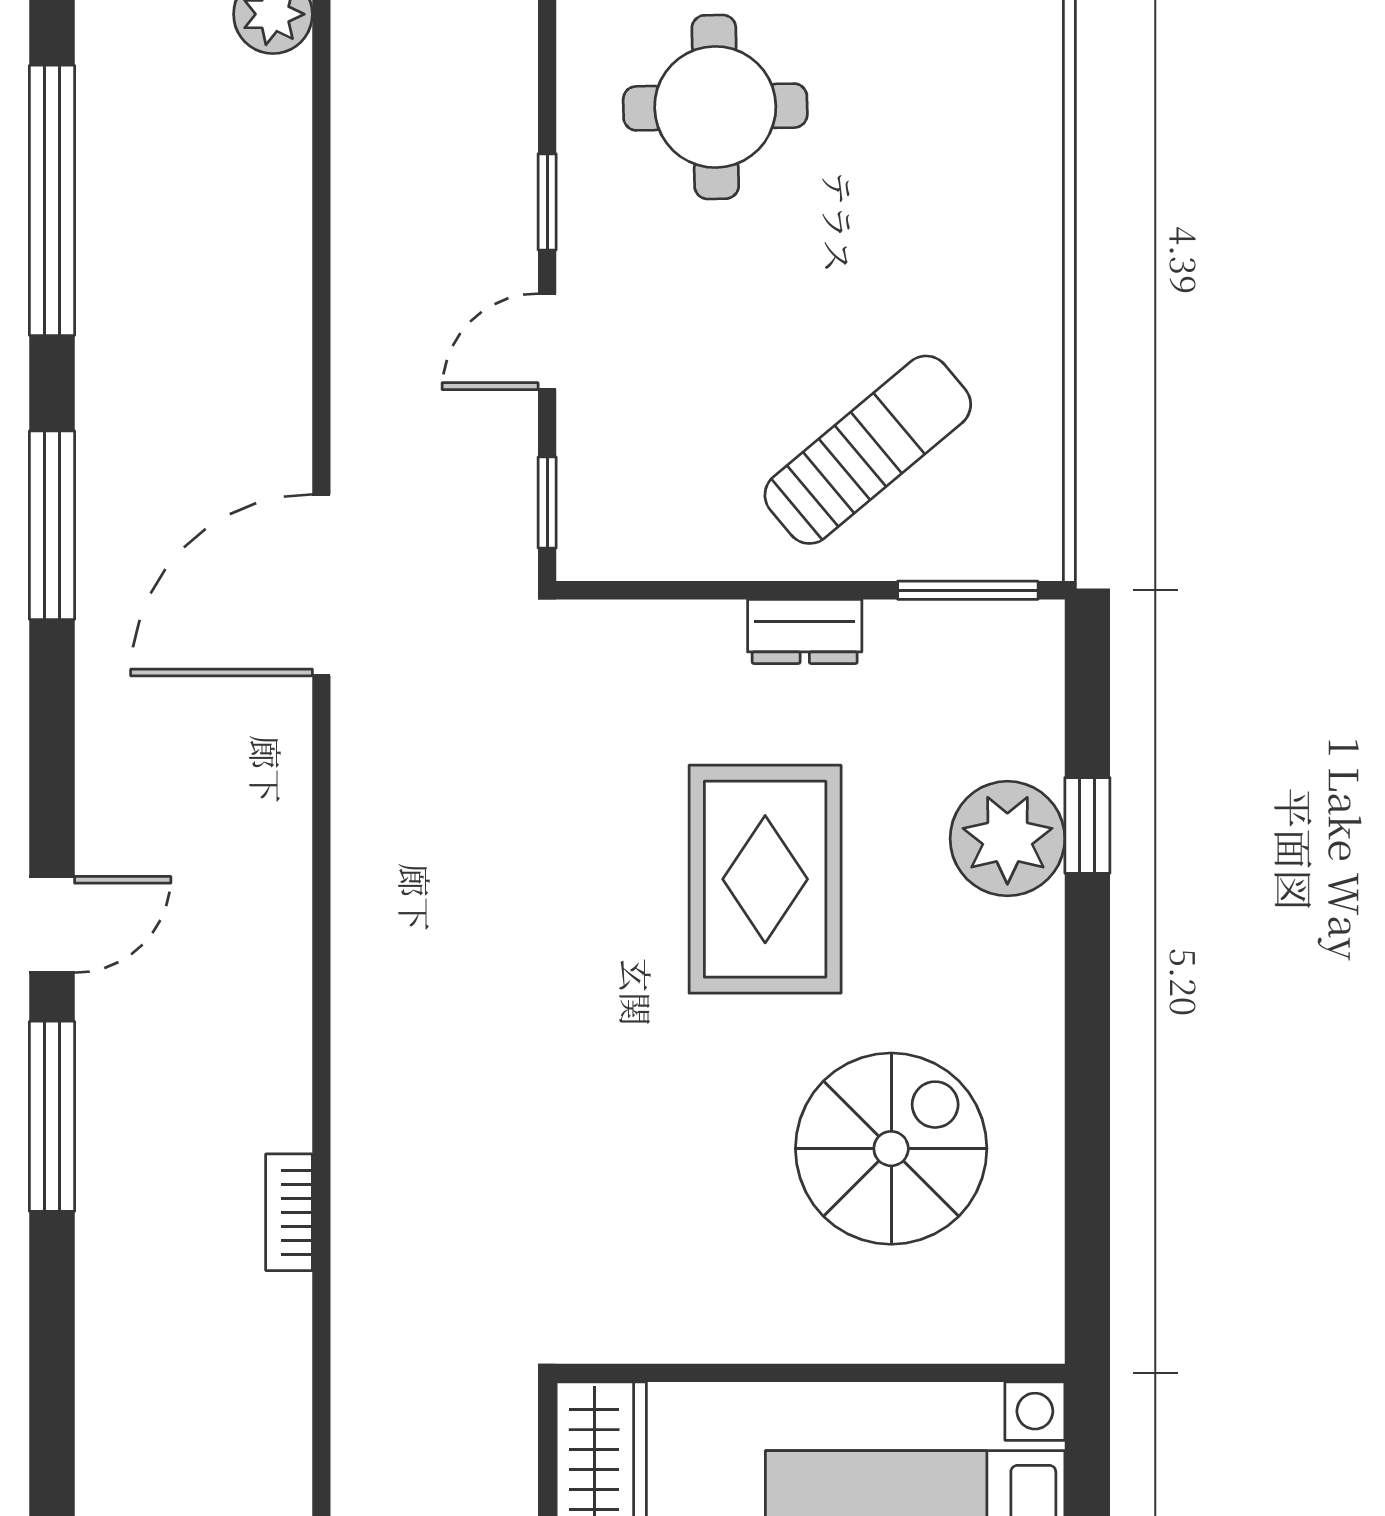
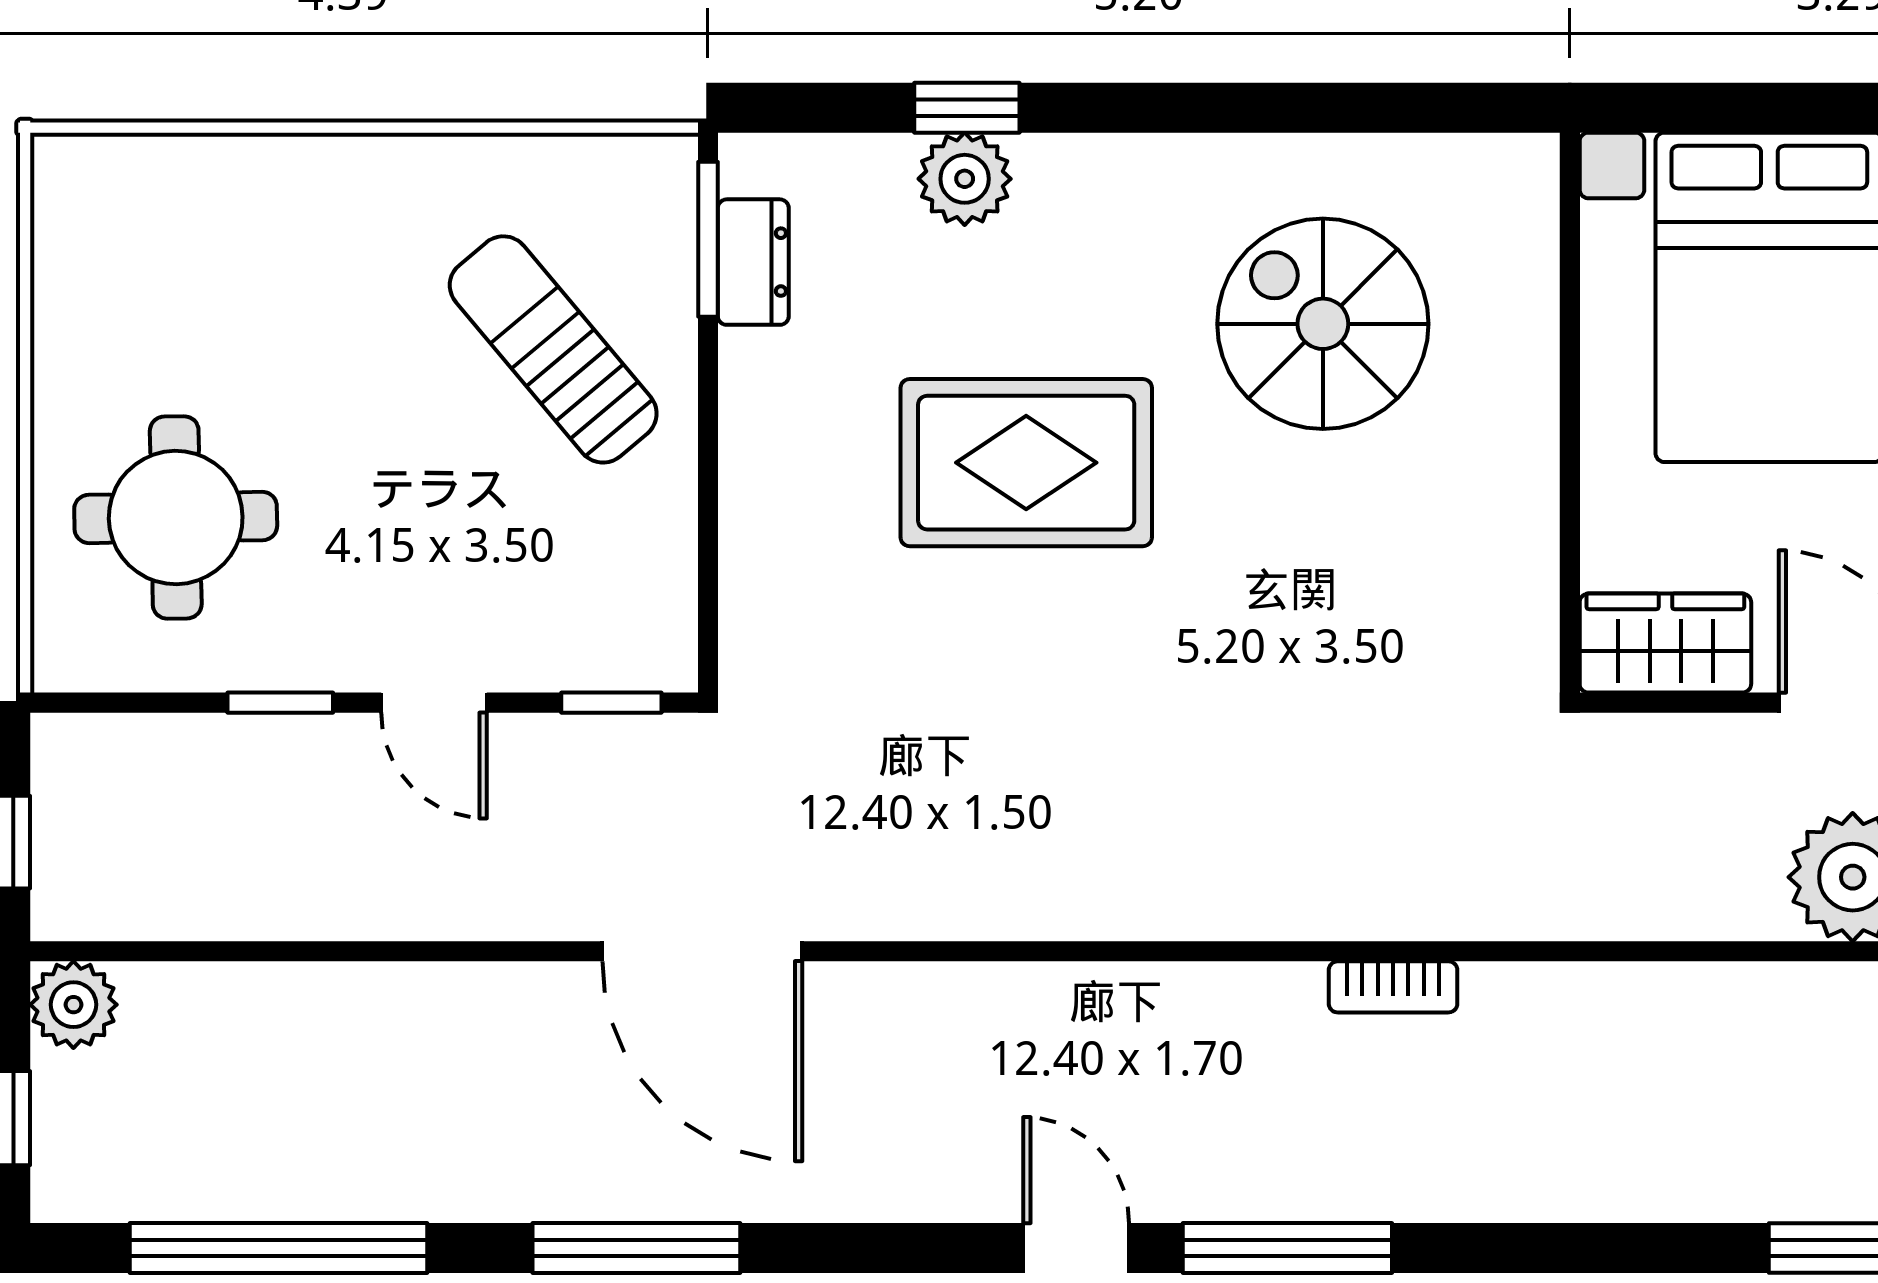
dresser: (805, 631) -> (753, 262), moved
plant: (1007, 839) -> (965, 179), width x0.73, depth x0.73

